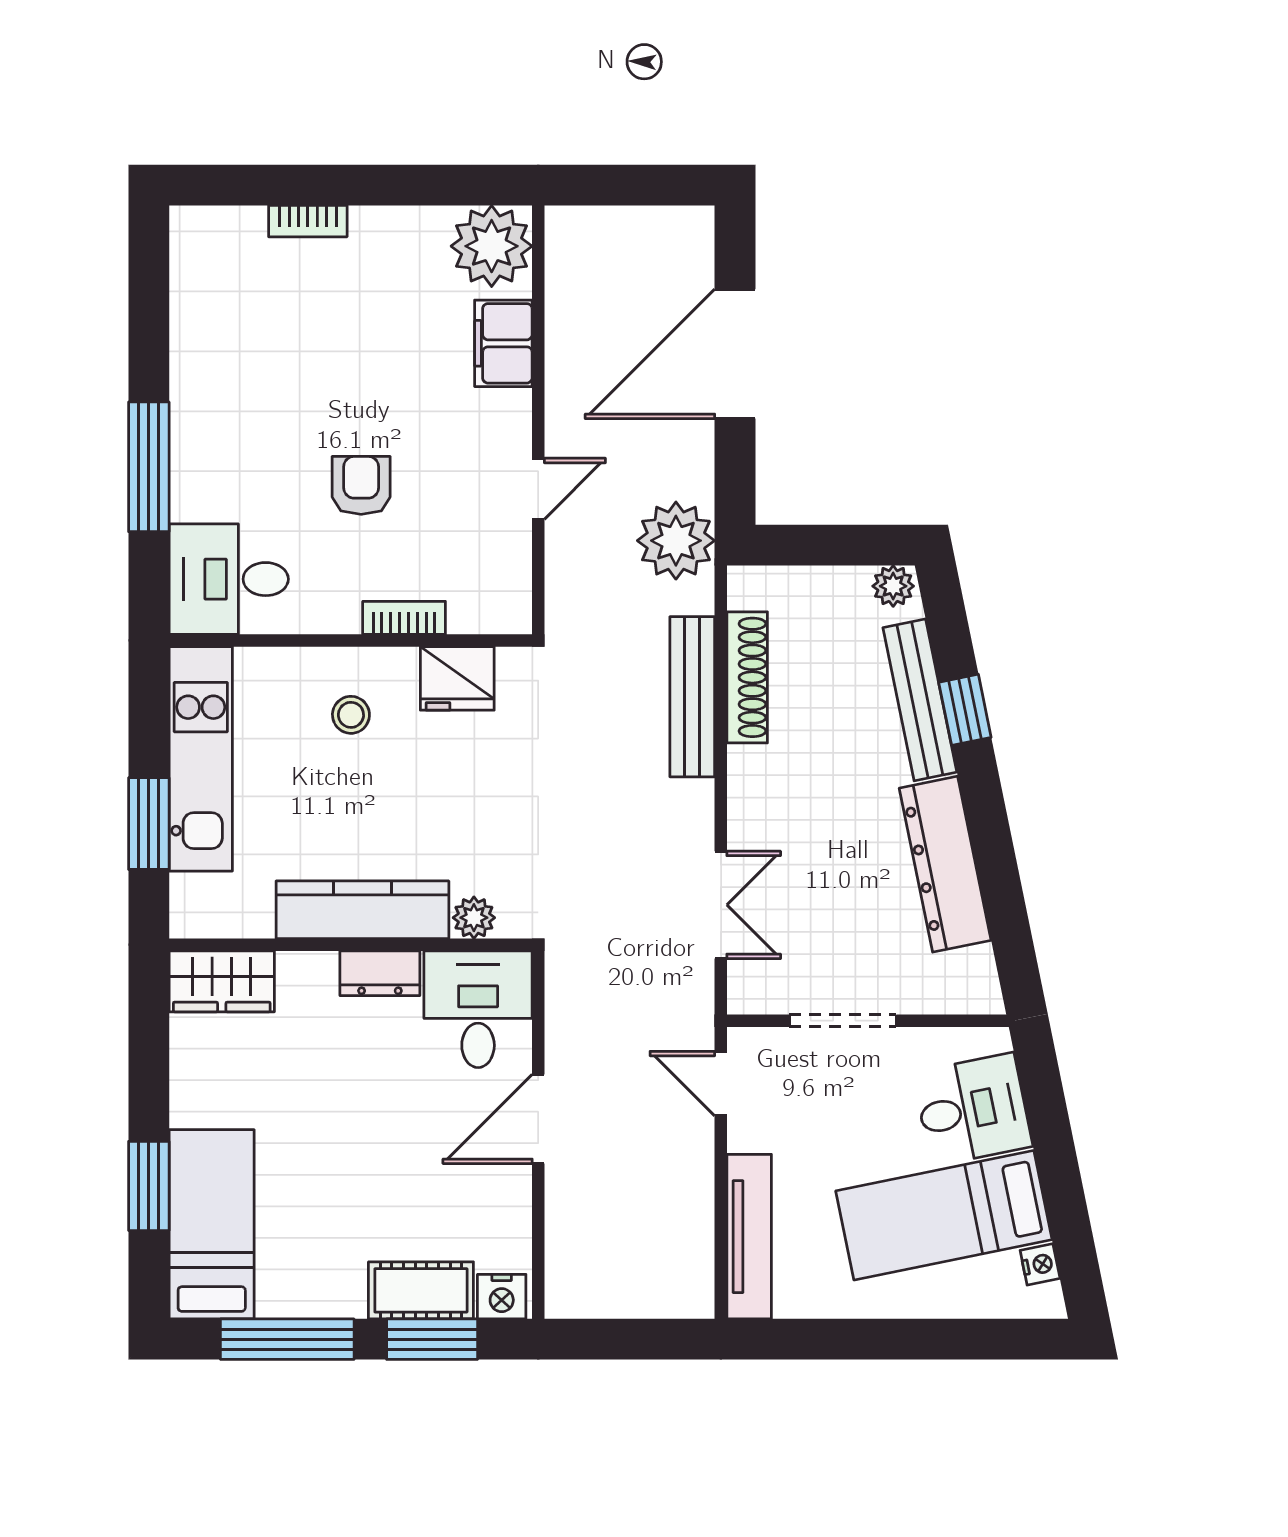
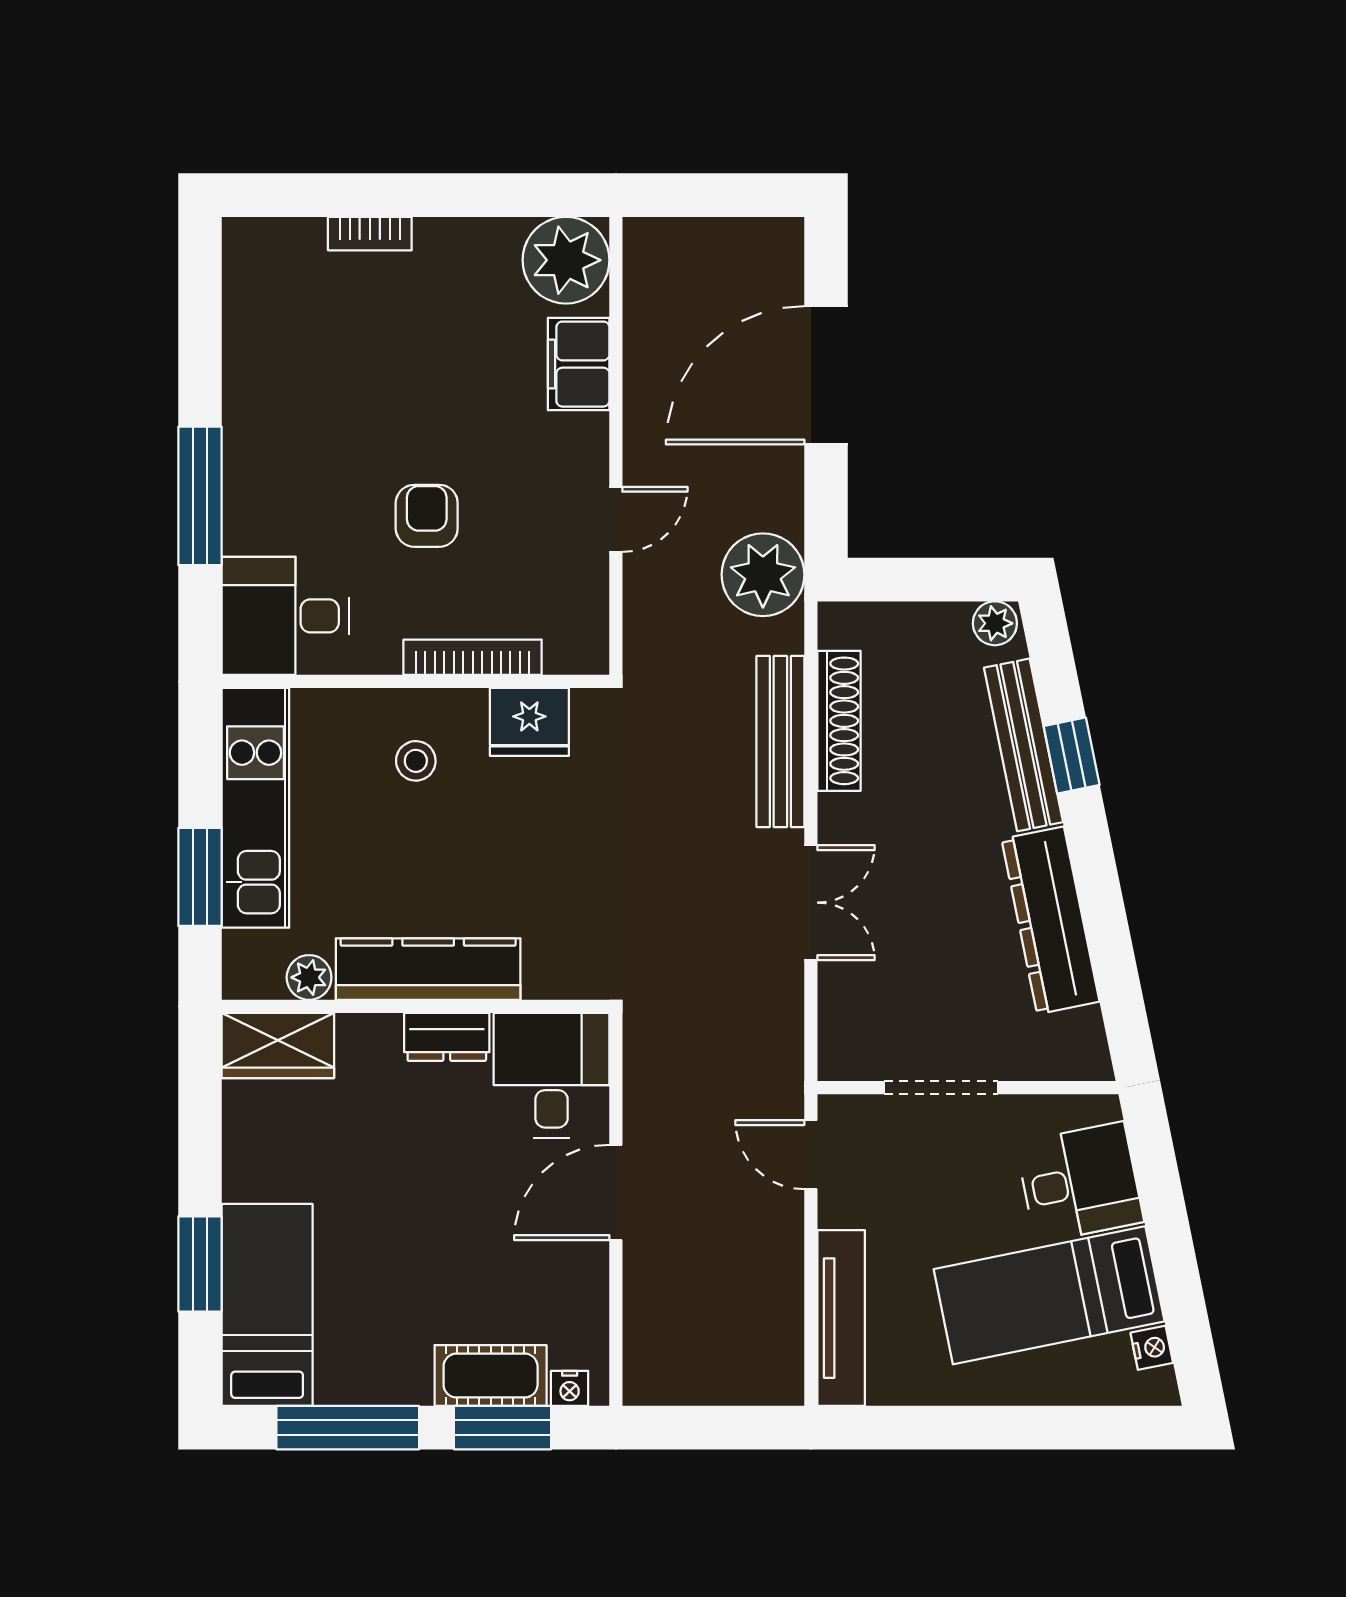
bookcase: (404, 618) -> (473, 657), width x1.56
double door: (721, 905) -> (811, 903), moved
plant: (474, 918) -> (309, 977), moved
nightstand: (502, 1297) -> (570, 1388), width x0.72, depth x0.74

